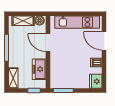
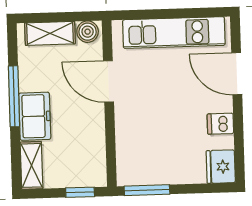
freezer: (39, 69) -> (35, 116), moved, turned 180

